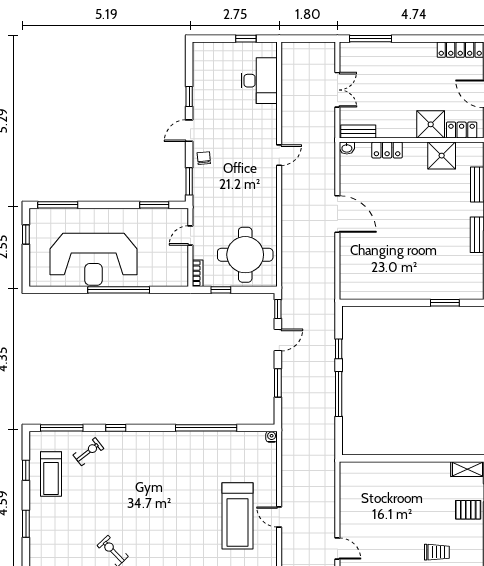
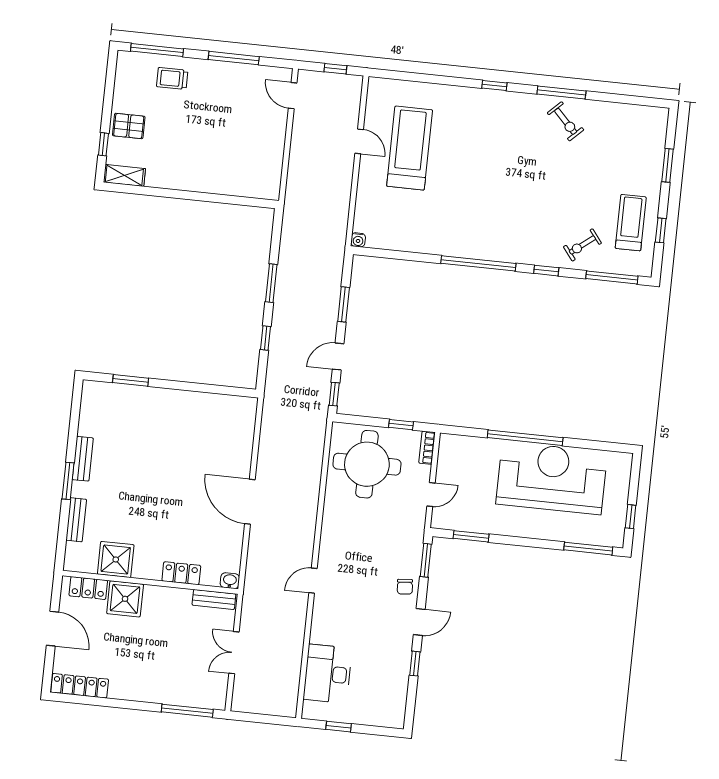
window: (339, 394) -> (271, 283), width x0.69
window: (206, 428) -> (478, 263), moved

